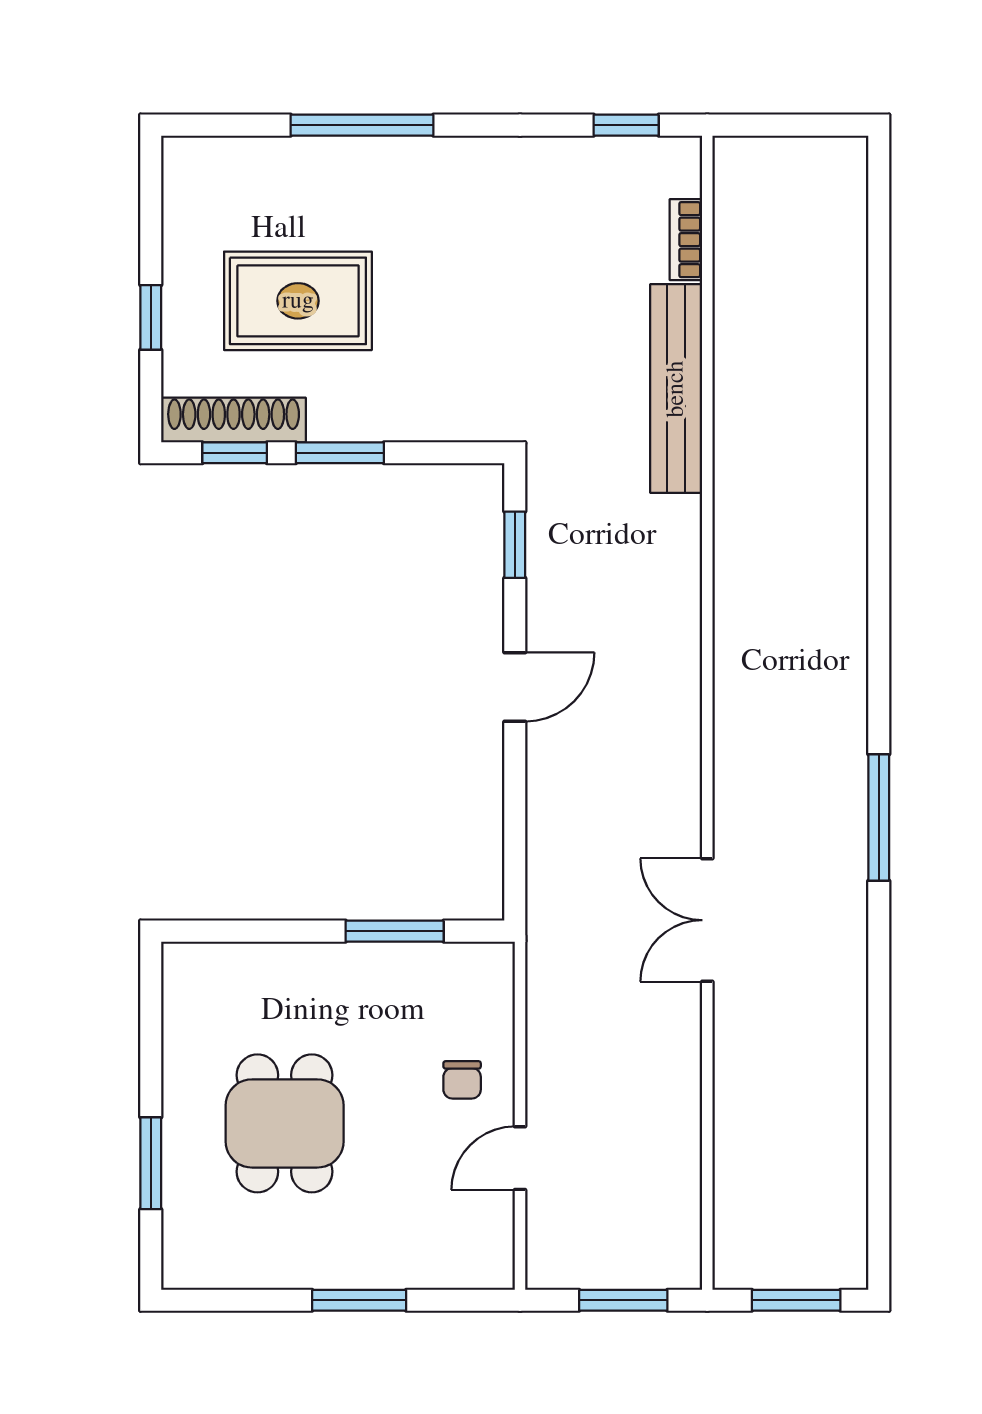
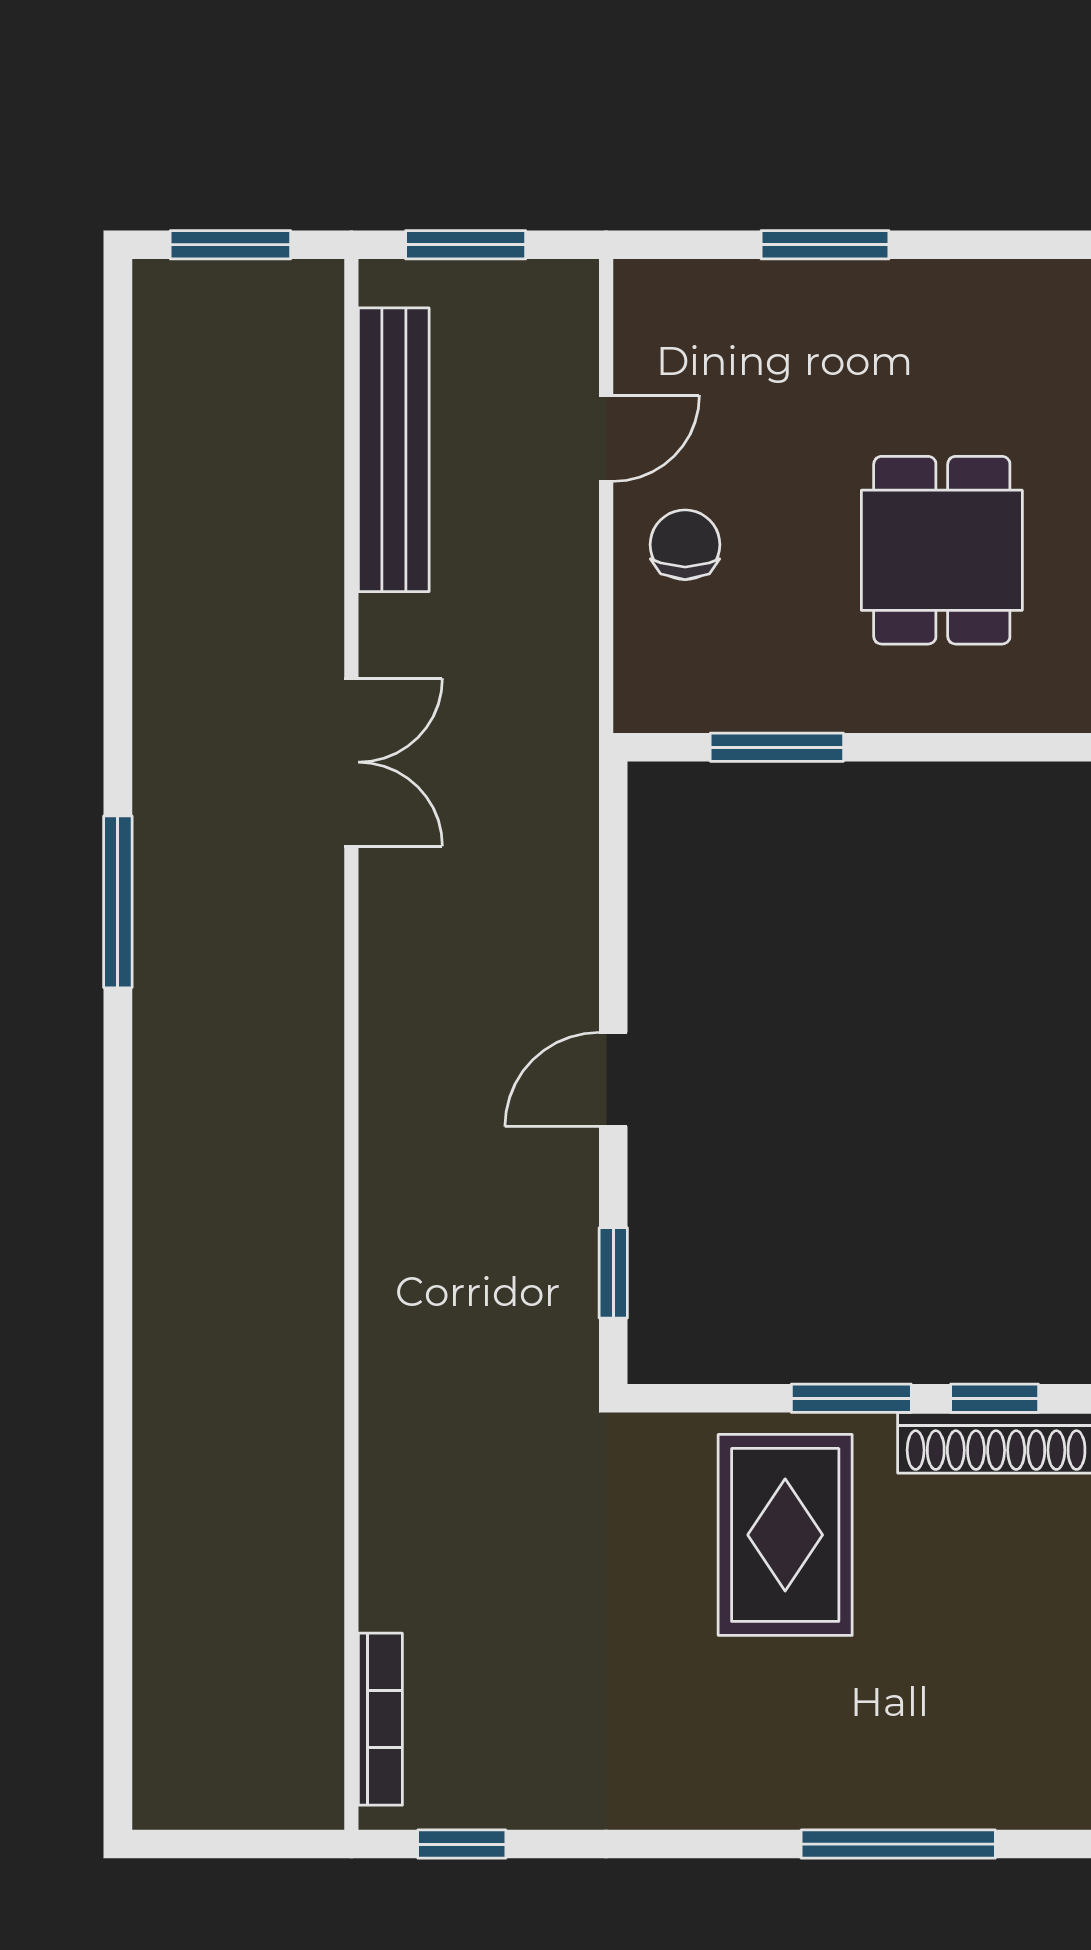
window: (362, 125) -> (898, 1844), moved
bookcase: (686, 240) -> (380, 1719), width x1.56
rug: (298, 301) -> (785, 1535), moved, turned 90
bench: (676, 389) -> (394, 450), moved
chair: (462, 1080) -> (685, 545), width x1.37, depth x1.37
dining table: (285, 1123) -> (942, 550), moved

